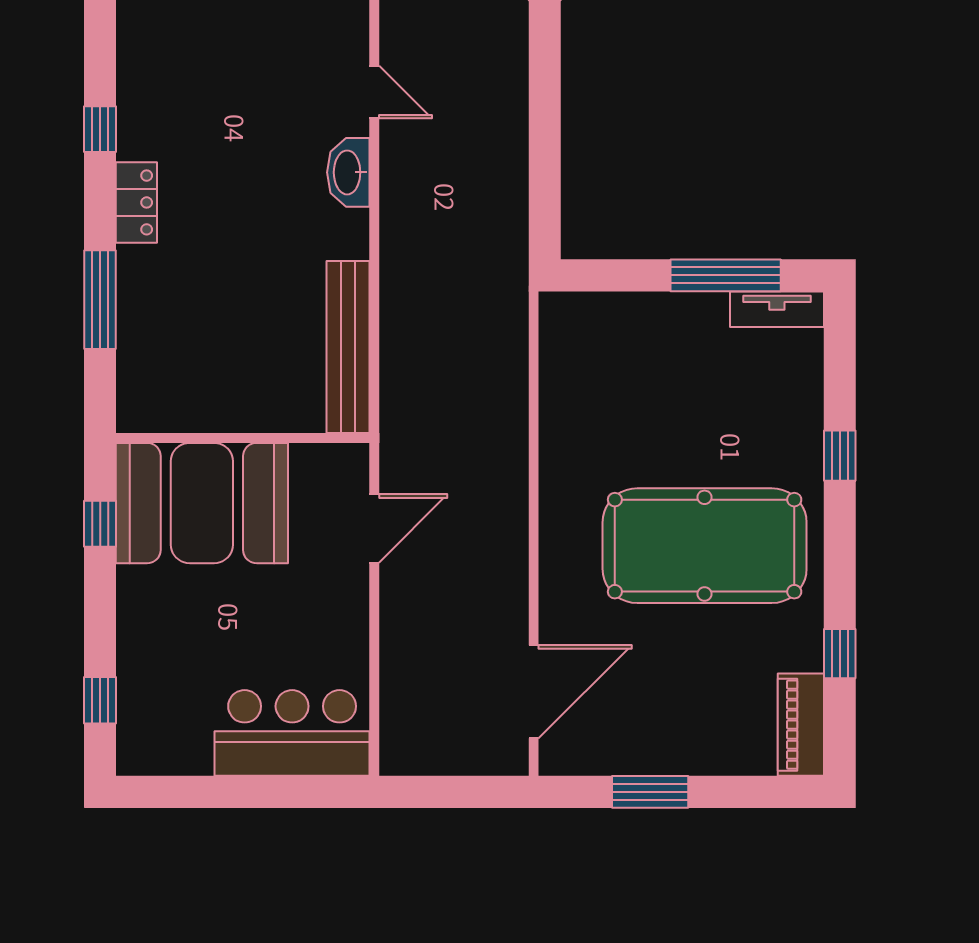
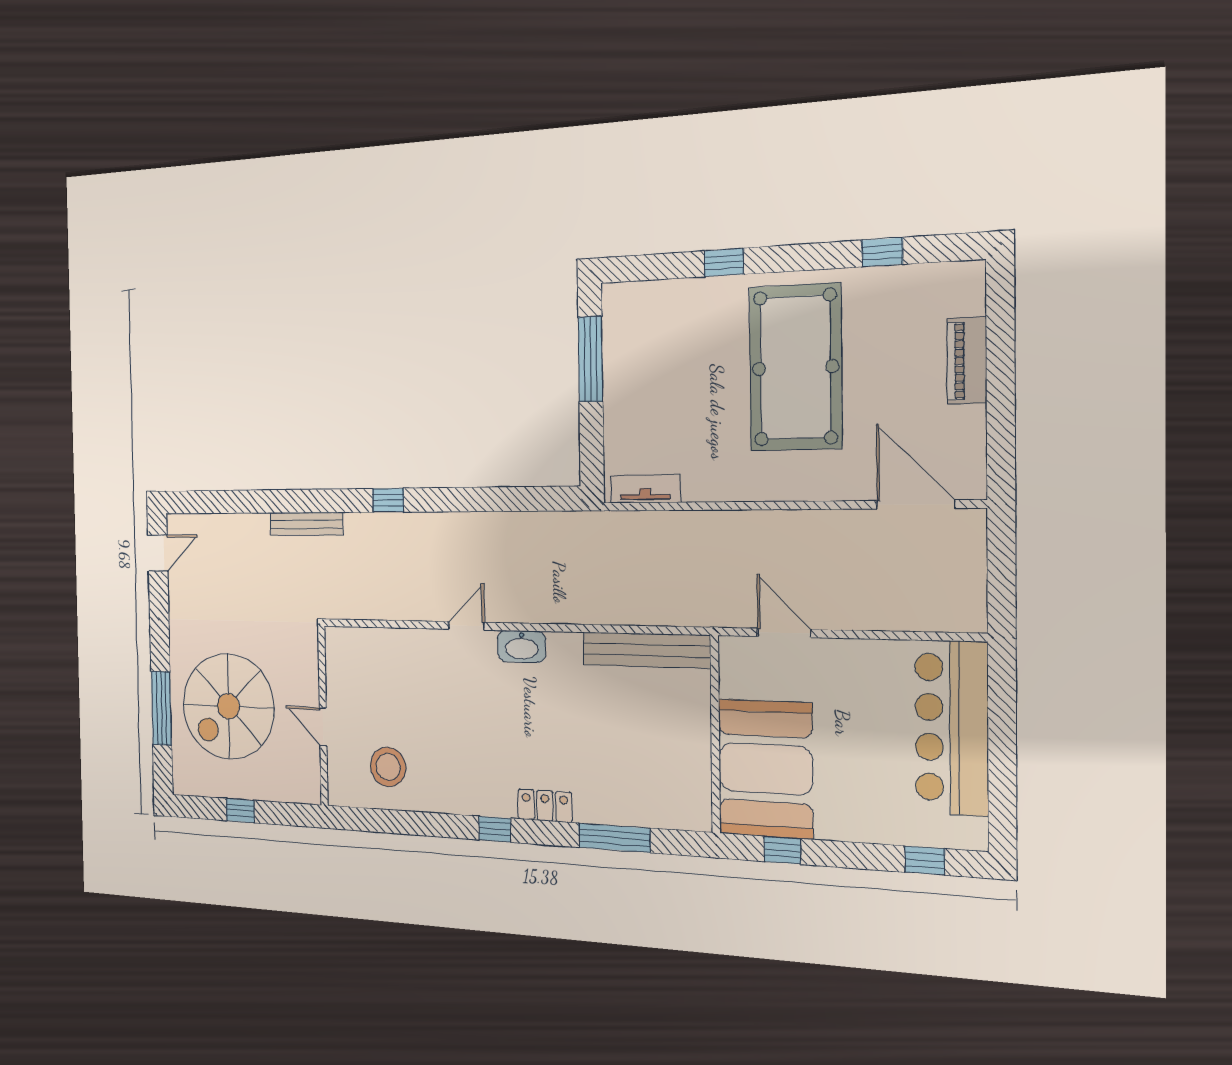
tv unit: (777, 309) -> (645, 489), moved, turned -90
piano: (801, 725) -> (967, 361), moved, turned 90
bar counter: (292, 733) -> (952, 728), width x1.36
window: (650, 792) -> (1001, 406), removed

